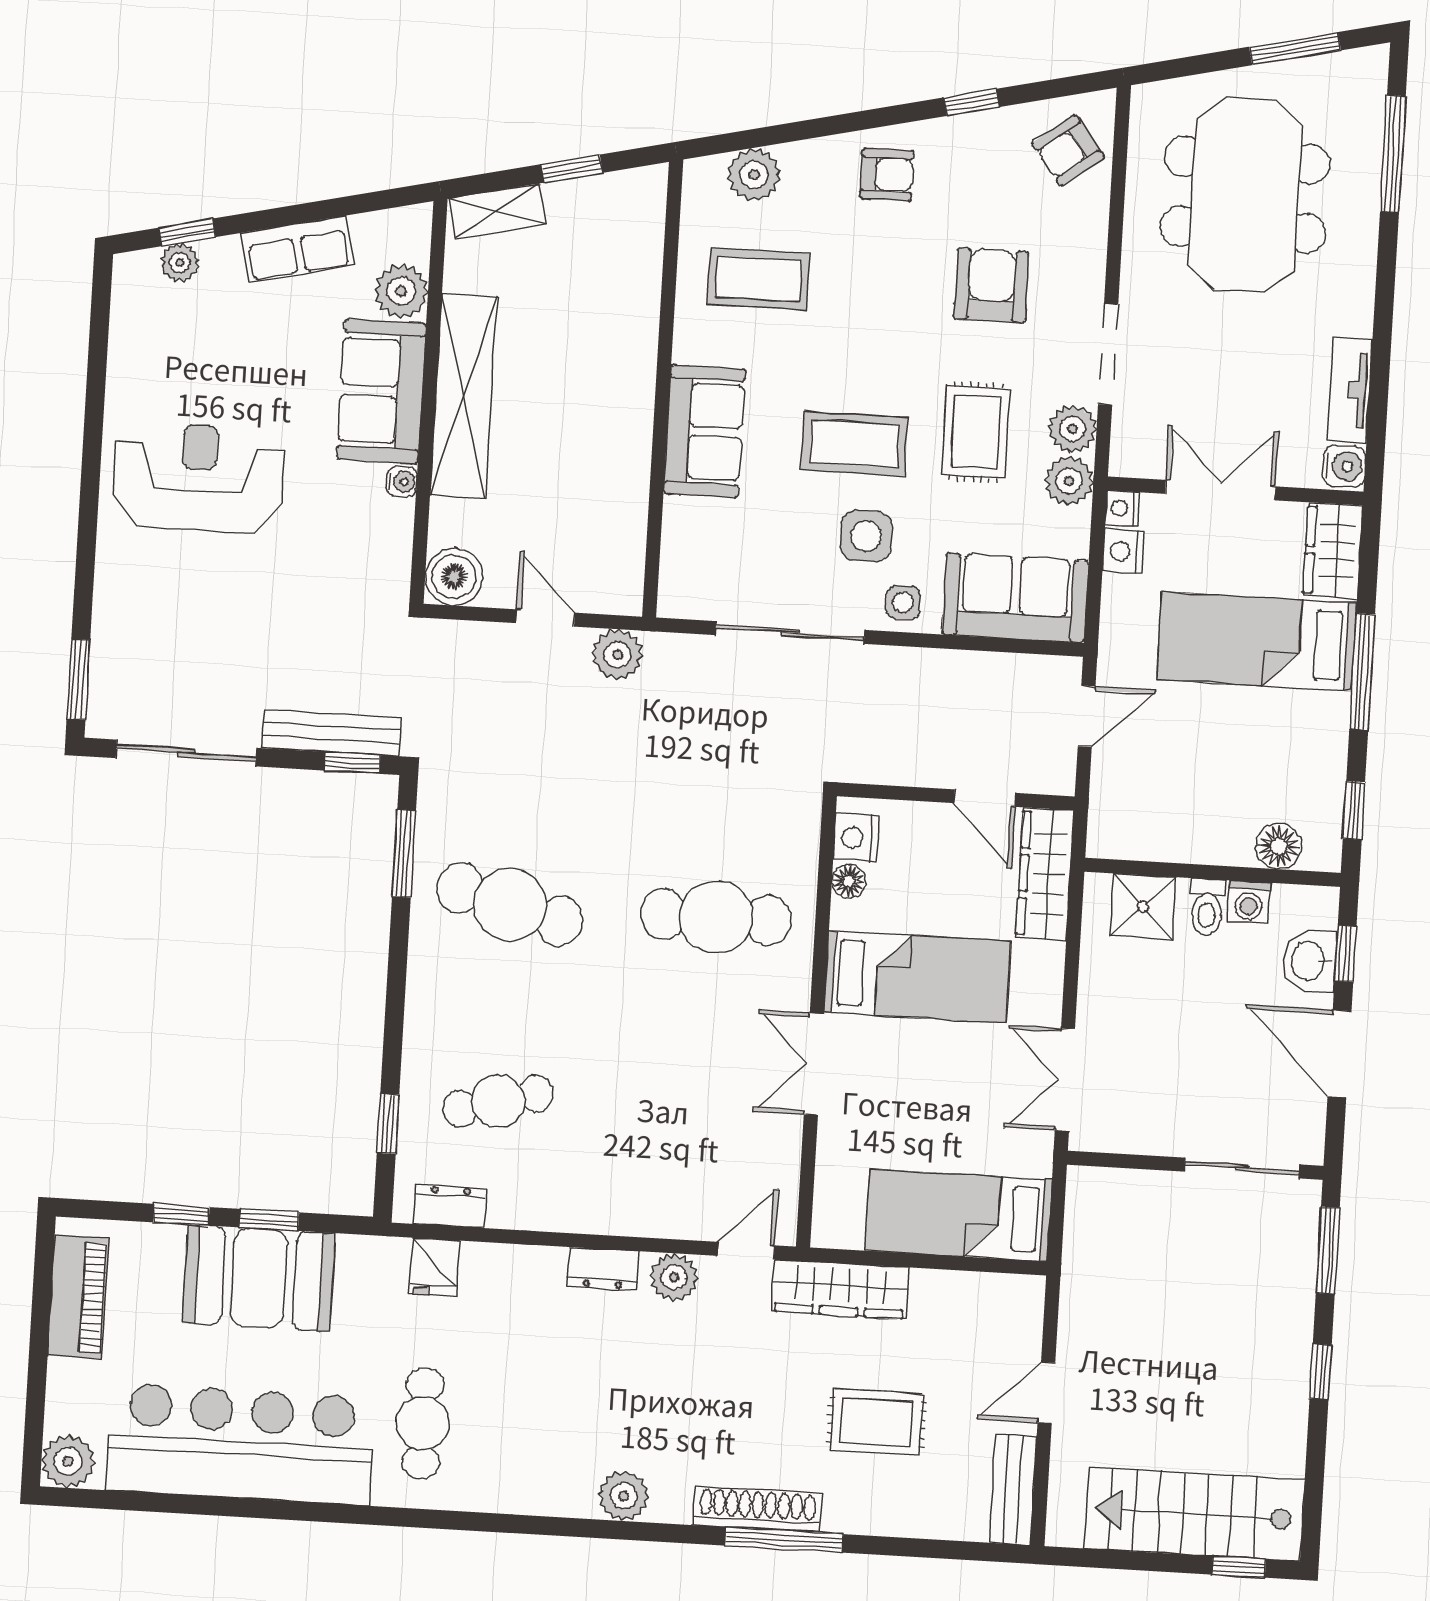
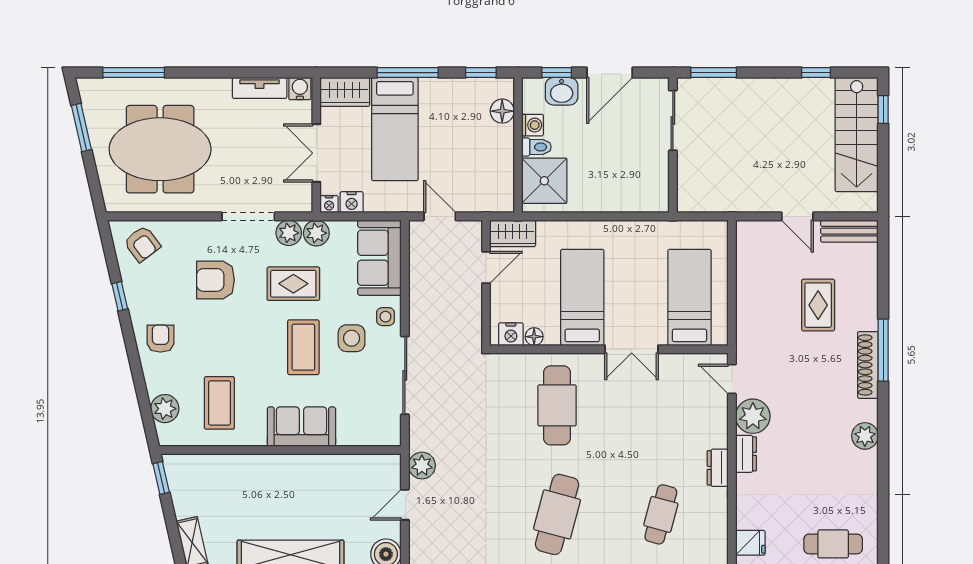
window: (572, 169) -> (161, 478), moved
wardrobe: (1045, 874) -> (513, 233), width x0.67
shower: (1143, 907) -> (544, 181), width x1.36, depth x1.36
double door: (1065, 1080) -> (632, 216), removed
cafe table: (498, 1101) -> (661, 514), turned 30
dresser: (450, 1206) -> (718, 468), moved
bed: (959, 1215) -> (689, 297), moved, turned 180
plant: (674, 1277) -> (753, 416), width x1.36, depth x1.36
wardrobe: (840, 1289) -> (749, 328), removed
window: (1321, 1372) -> (816, 73), moved

